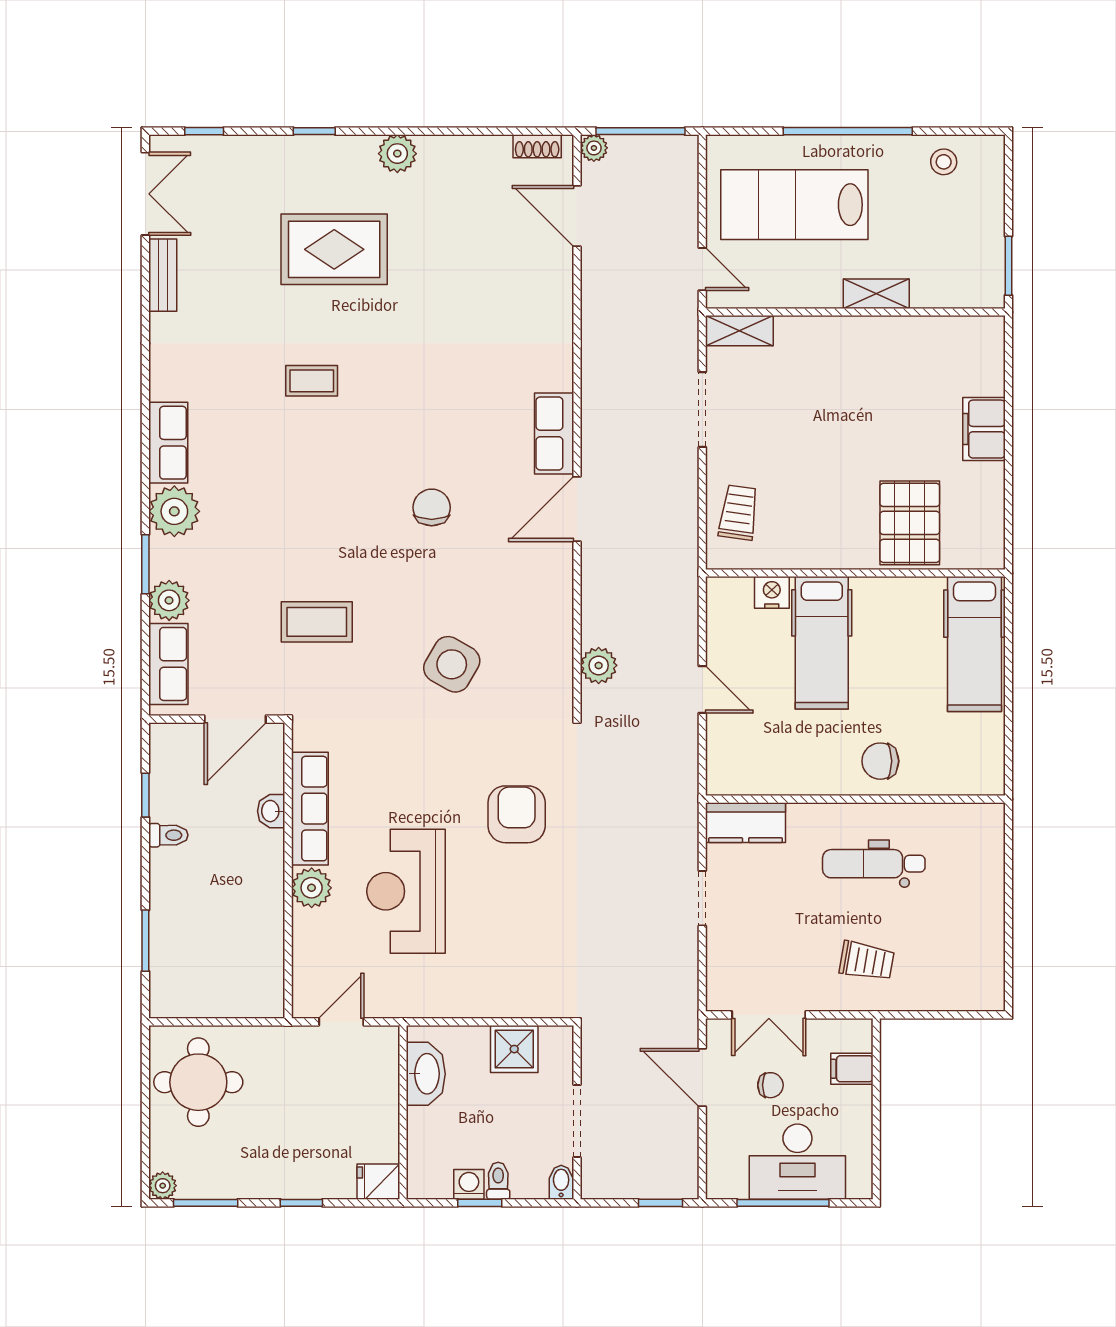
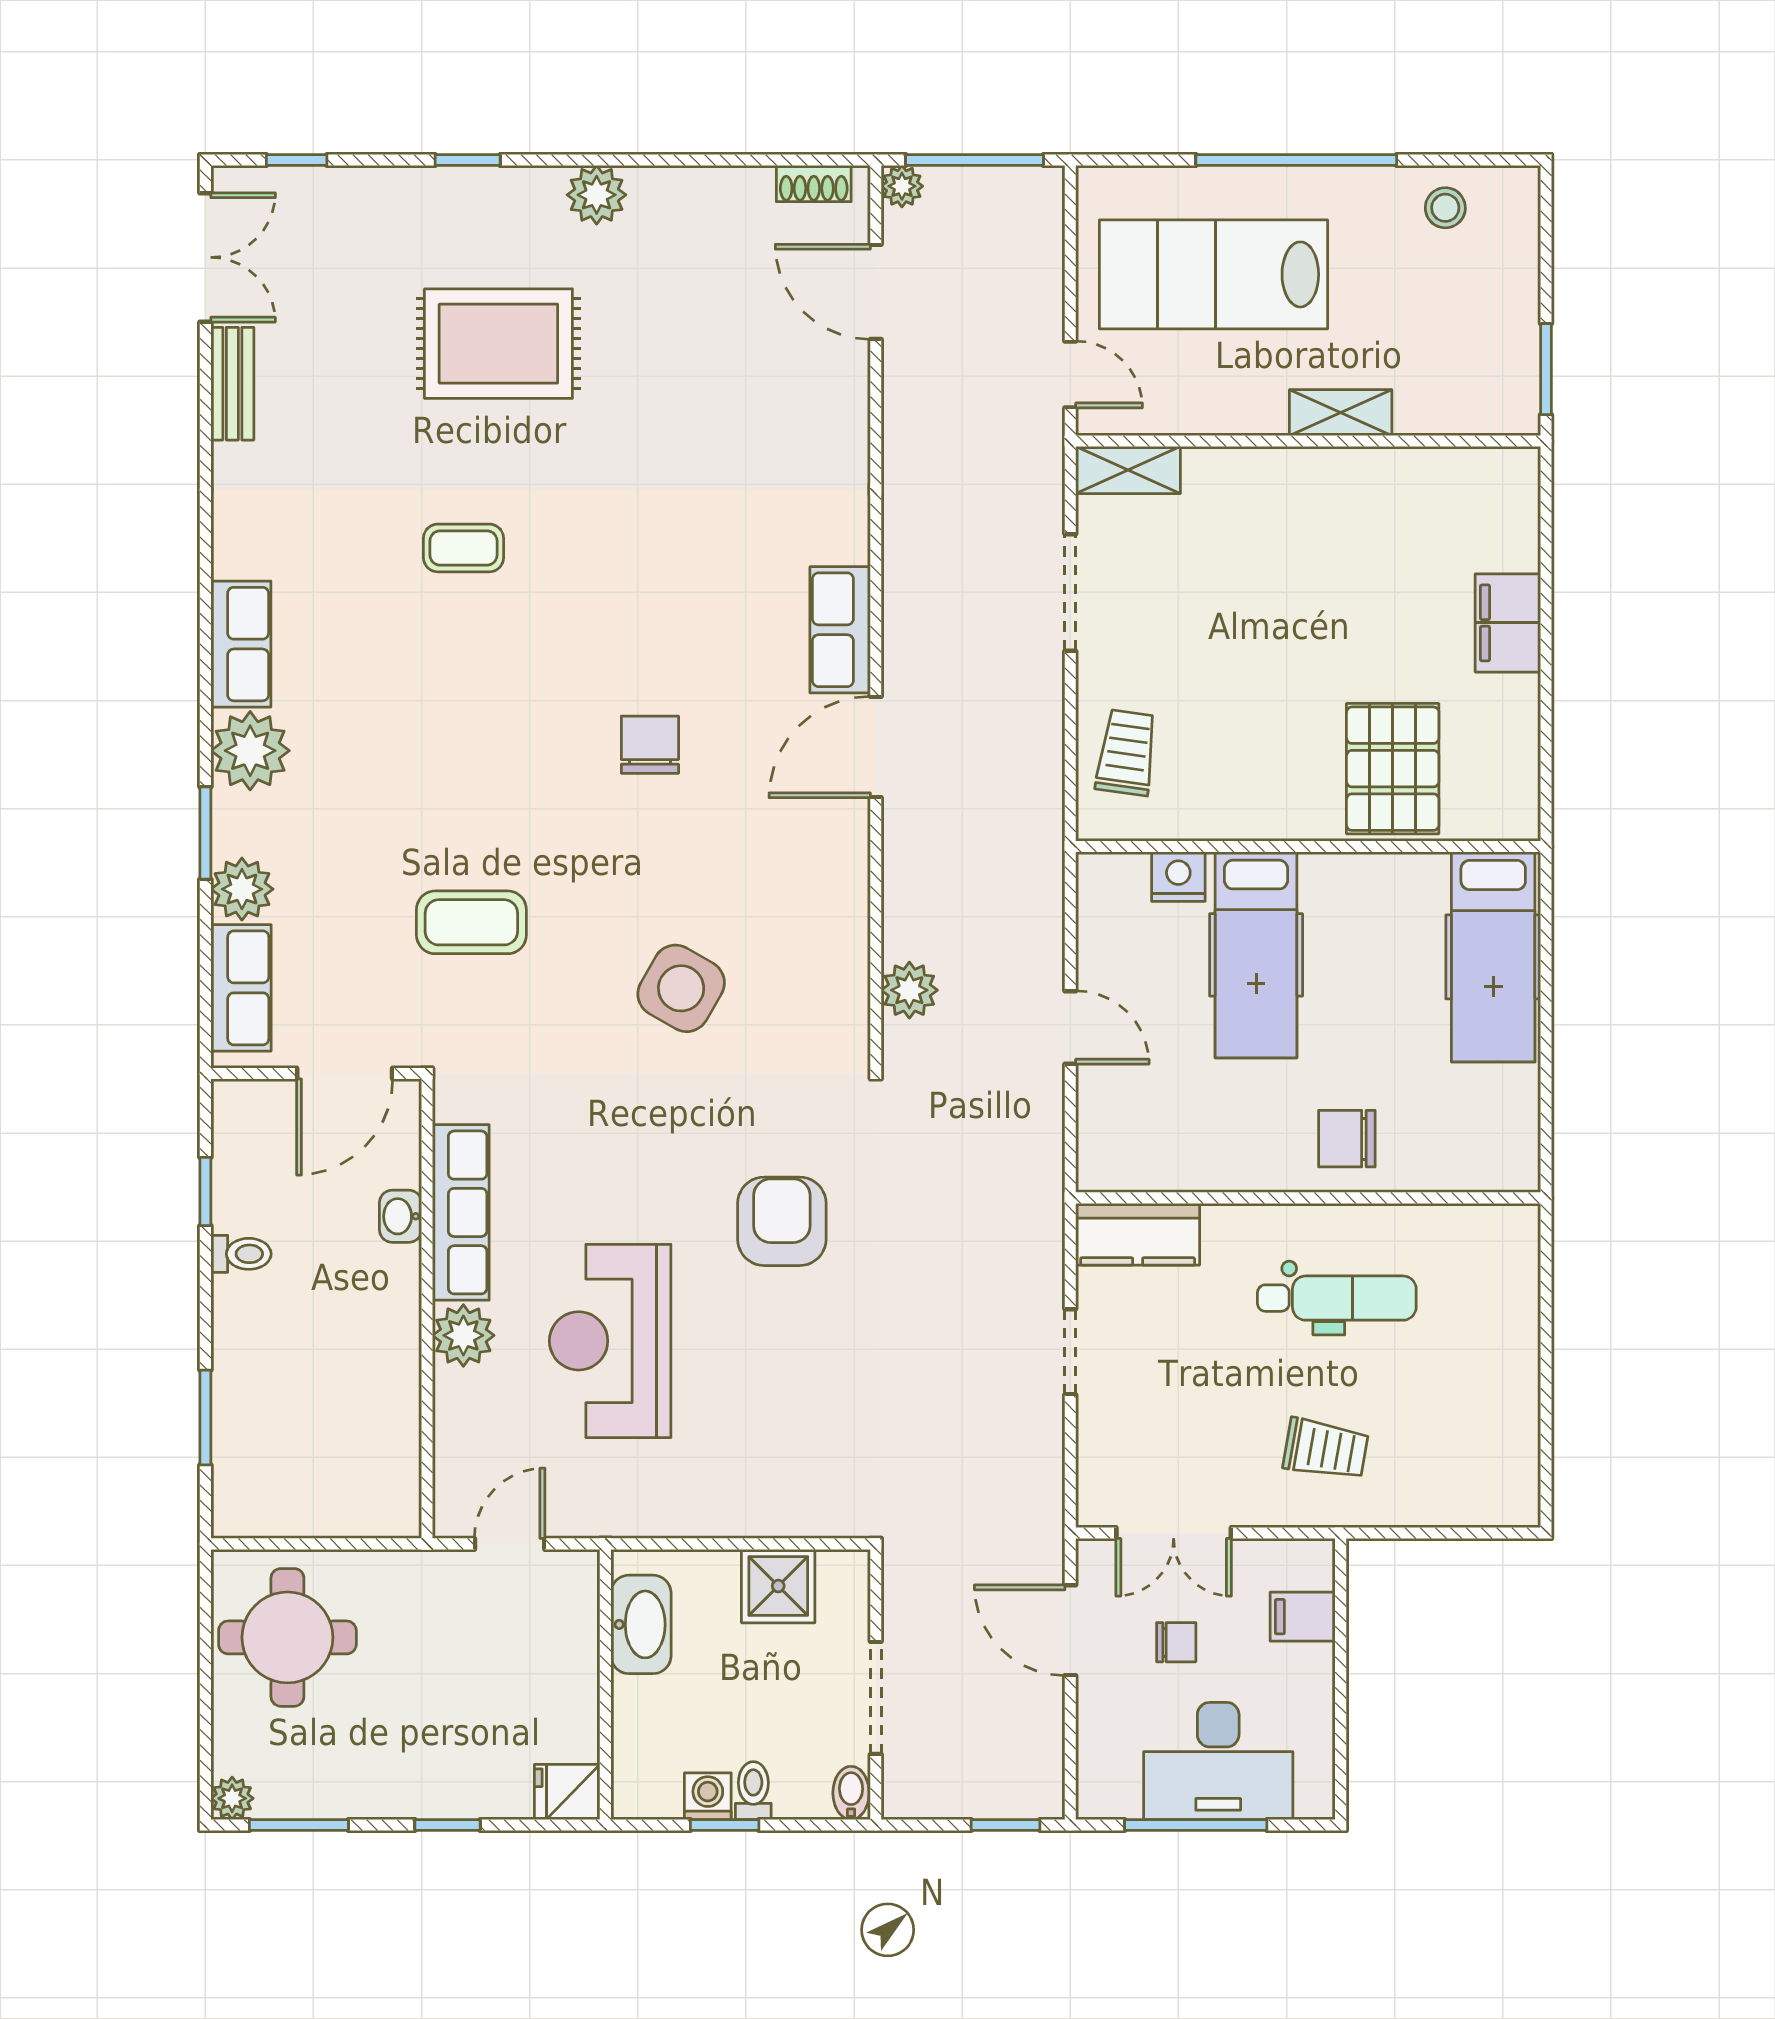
dental chair: (874, 864) -> (1337, 1298), turned 180

